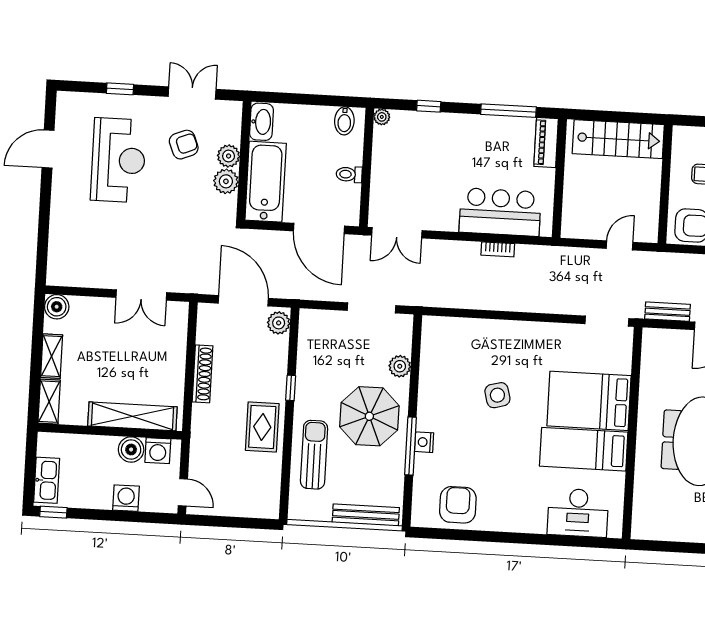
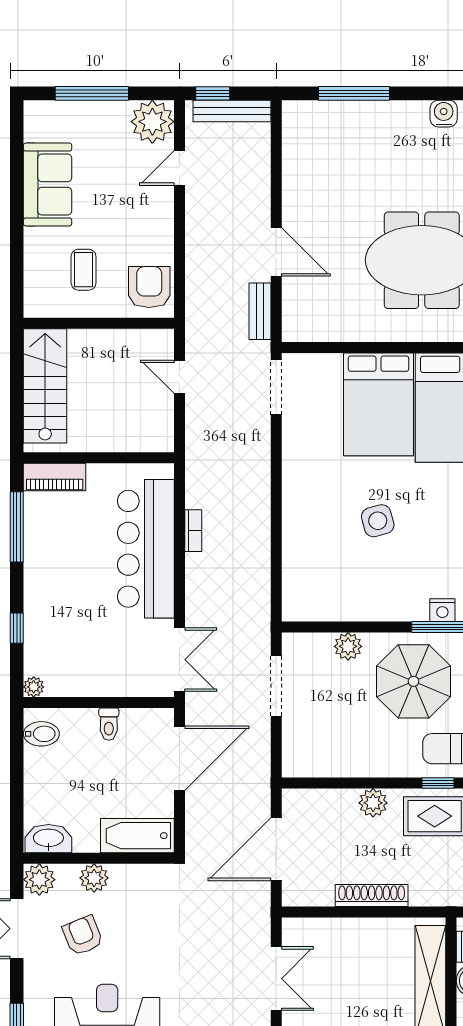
plant: (226, 181) -> (39, 880), moved
bathtub: (266, 182) -> (137, 836), width x0.73, depth x0.73
bar counter: (500, 212) -> (146, 549), width x1.36
plant: (279, 323) -> (373, 803), moved
window: (291, 388) -> (438, 783), moved

